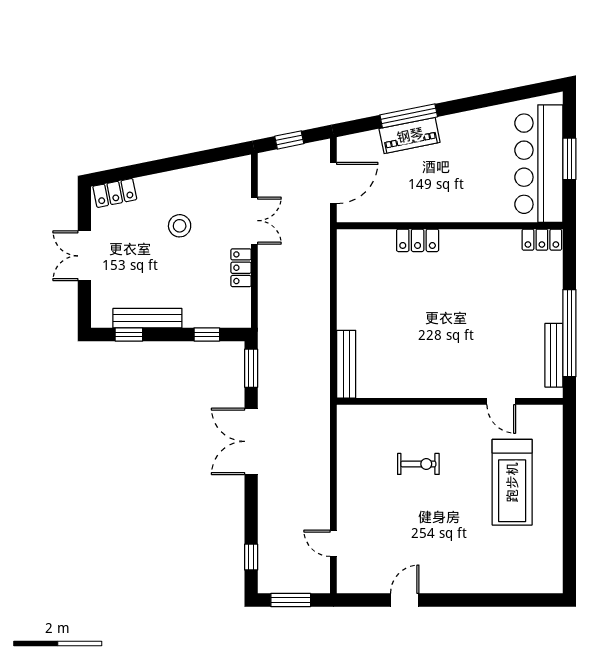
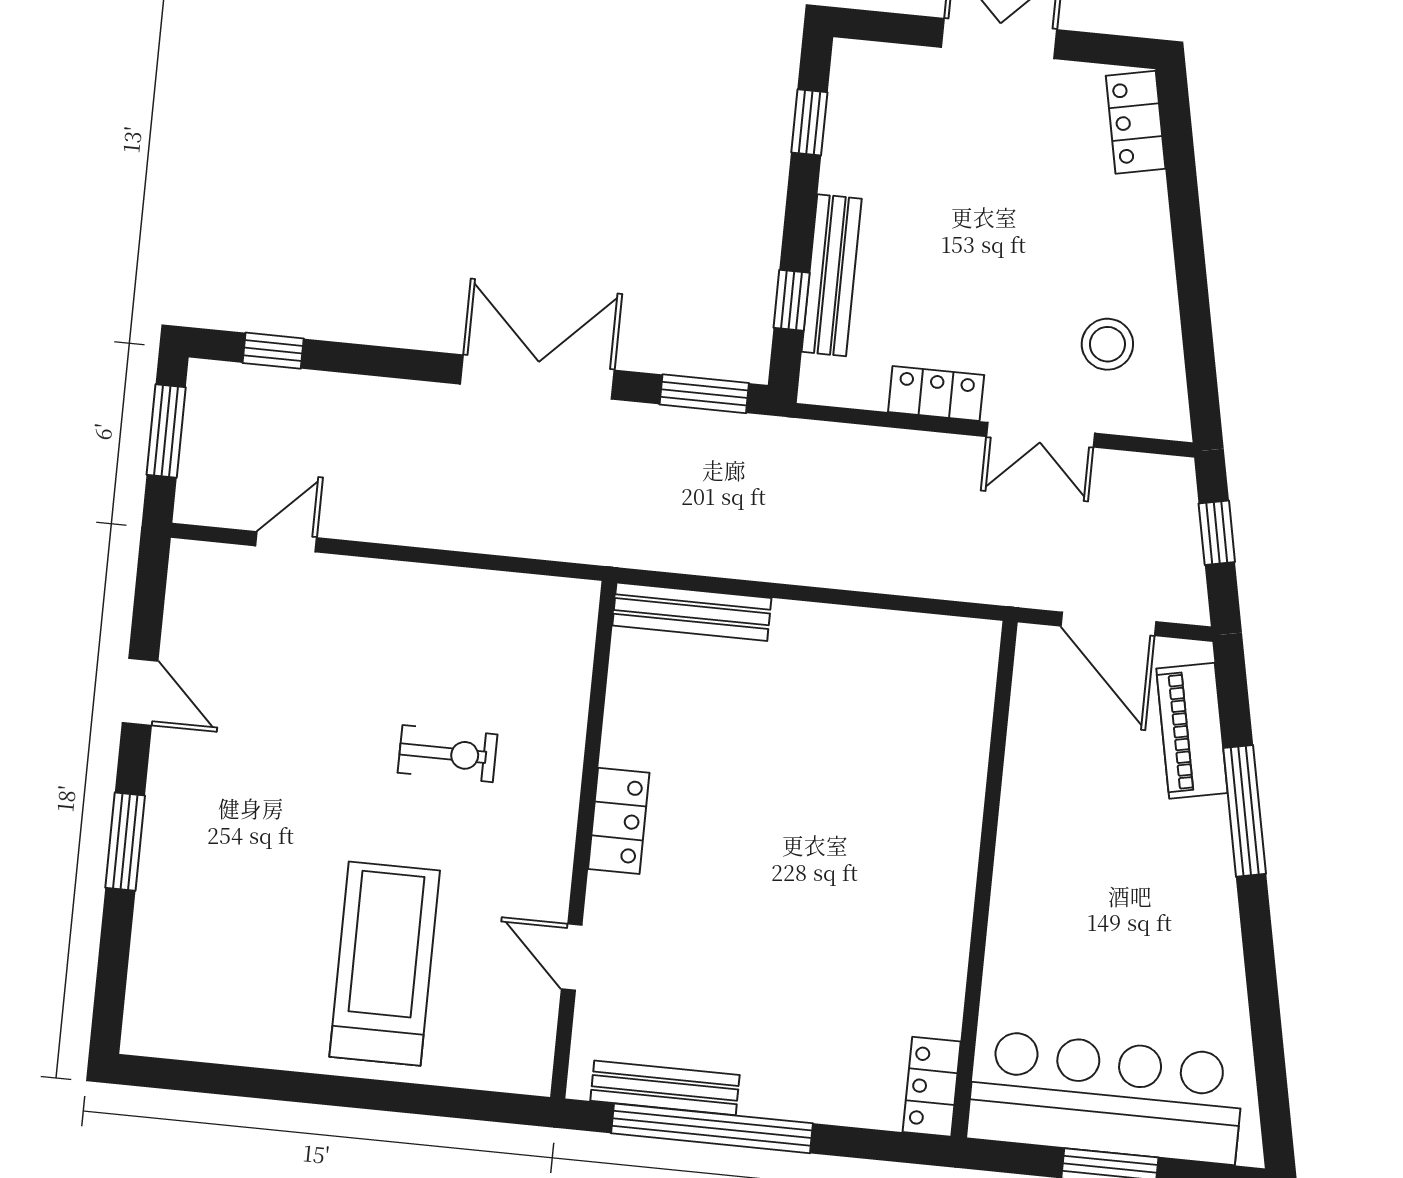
piano: (410, 135) -> (1192, 731), moved
stool: (180, 226) -> (1107, 344), moved
locker: (418, 240) -> (619, 821), moved, turned 180
bench: (147, 318) -> (832, 275), moved
door: (501, 401) -> (572, 957), hinge flipped
exercise bike: (418, 464) -> (448, 754), turned -90
treadmill: (512, 482) -> (385, 964), turned 90
window: (471, 600) -> (125, 842), added

